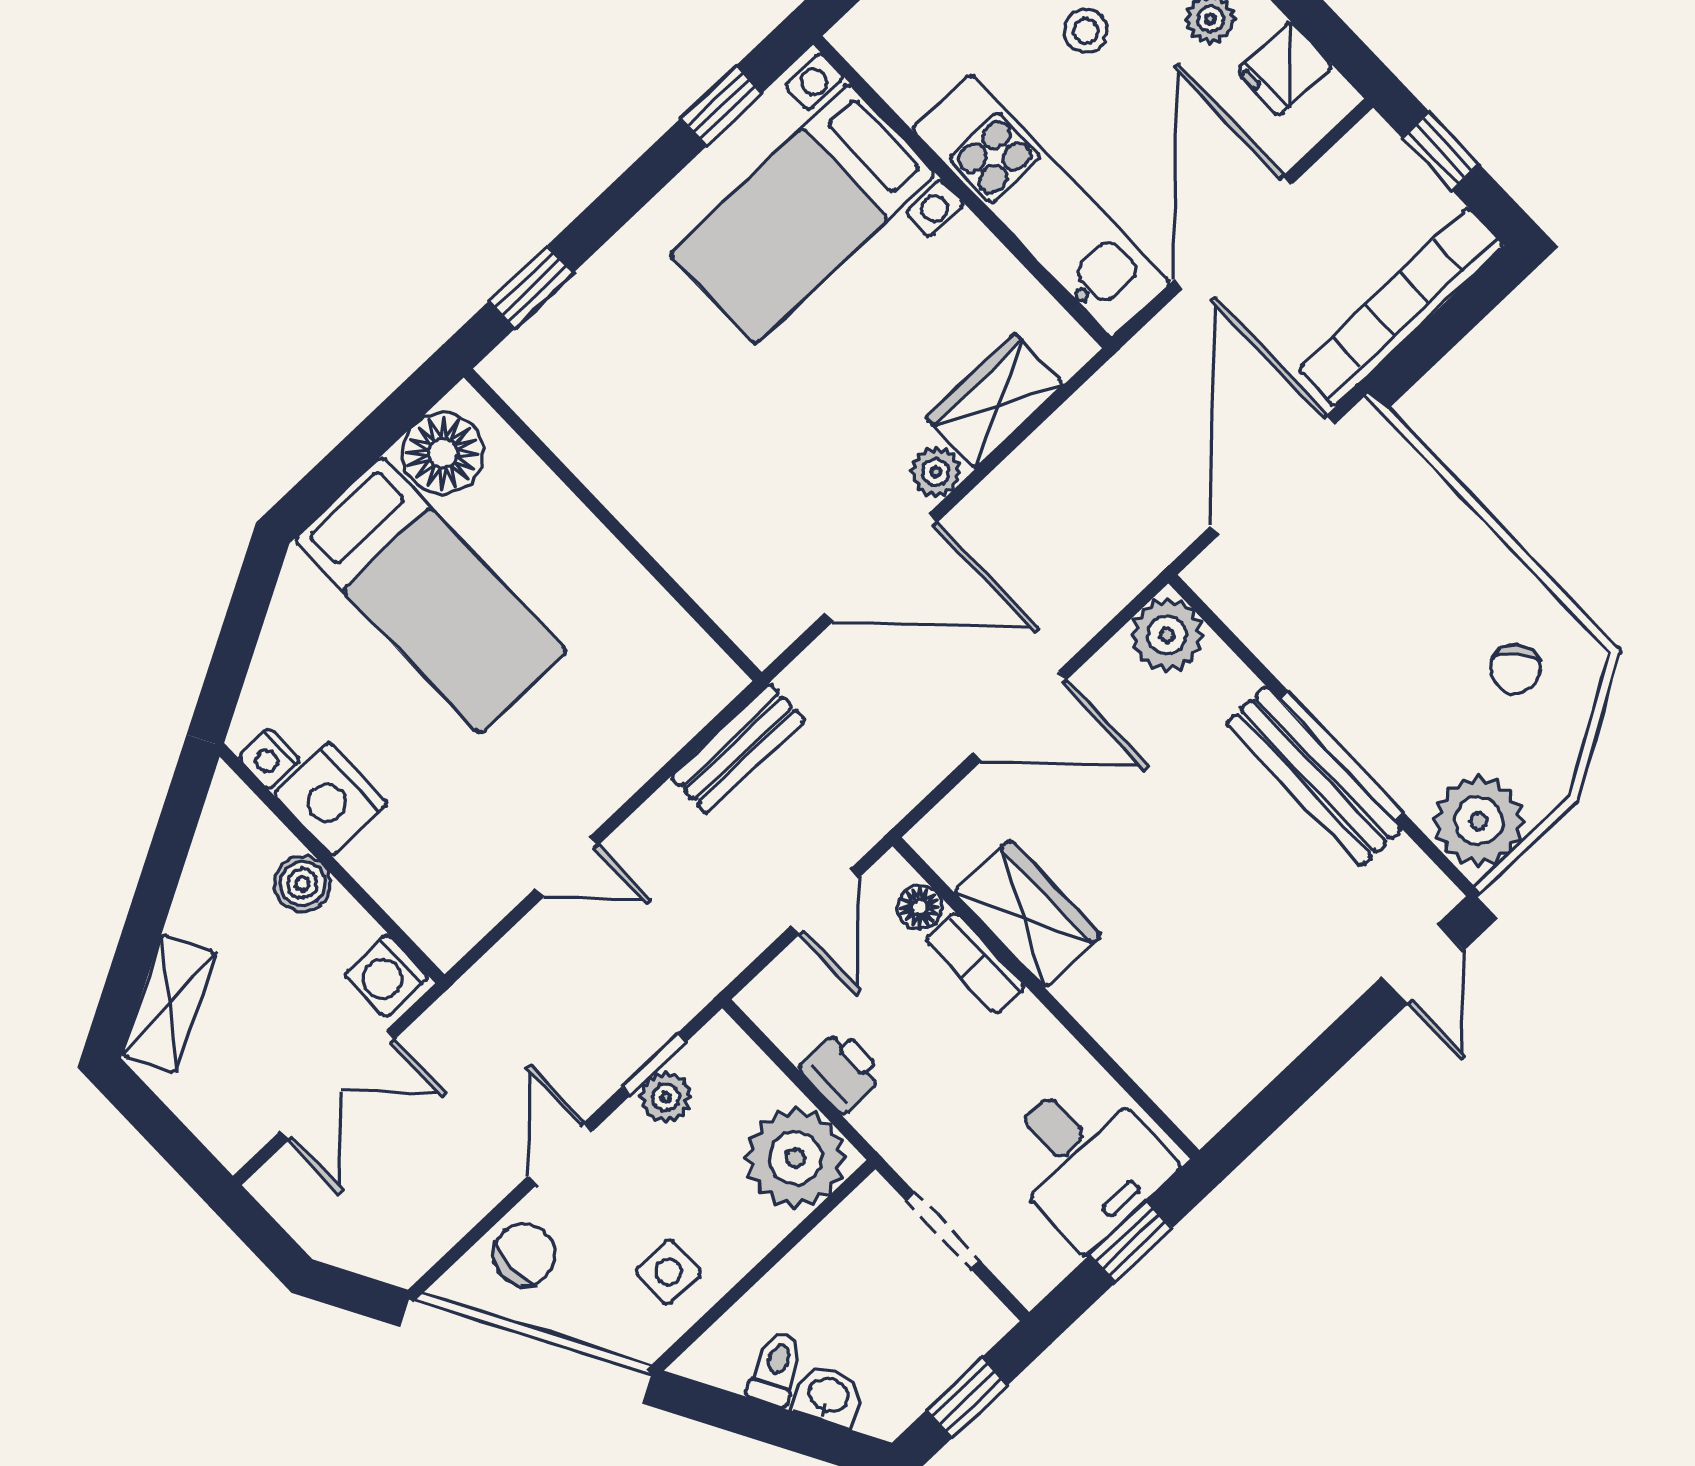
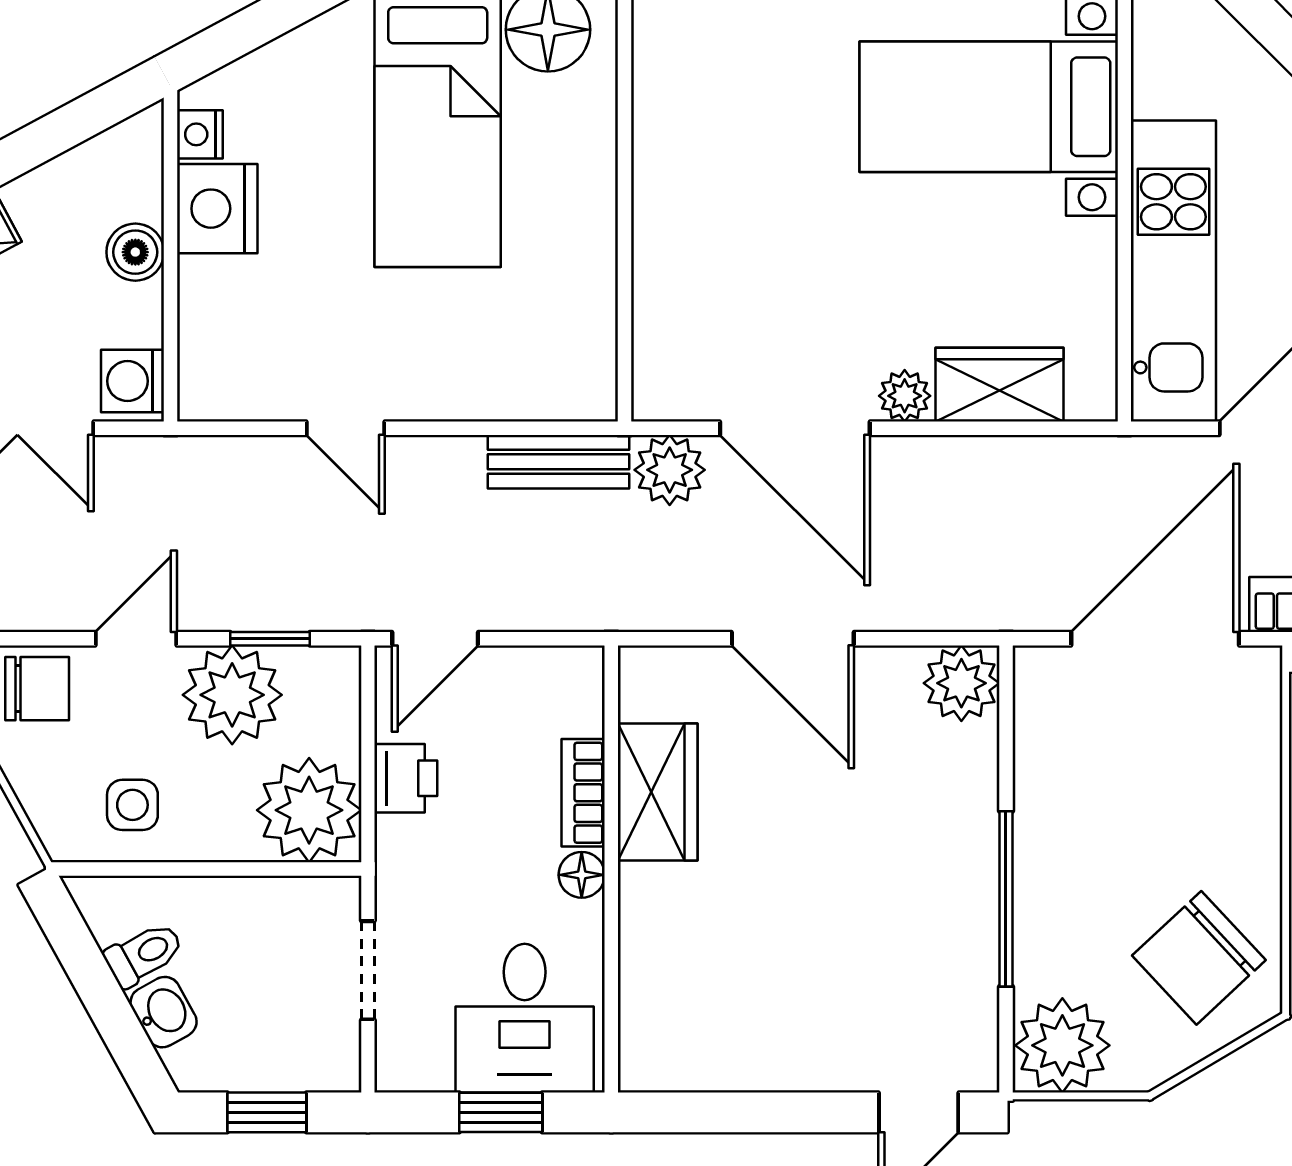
chair: (1516, 669) -> (1199, 958), width x1.87, depth x1.87
plant: (821, 680) -> (670, 470), added
bench: (1314, 776) -> (971, 894), removed
door: (825, 901) -> (435, 639), moved
floor lamp: (920, 907) -> (582, 875), moved
plant: (666, 1097) -> (232, 695), width x1.87, depth x1.87

